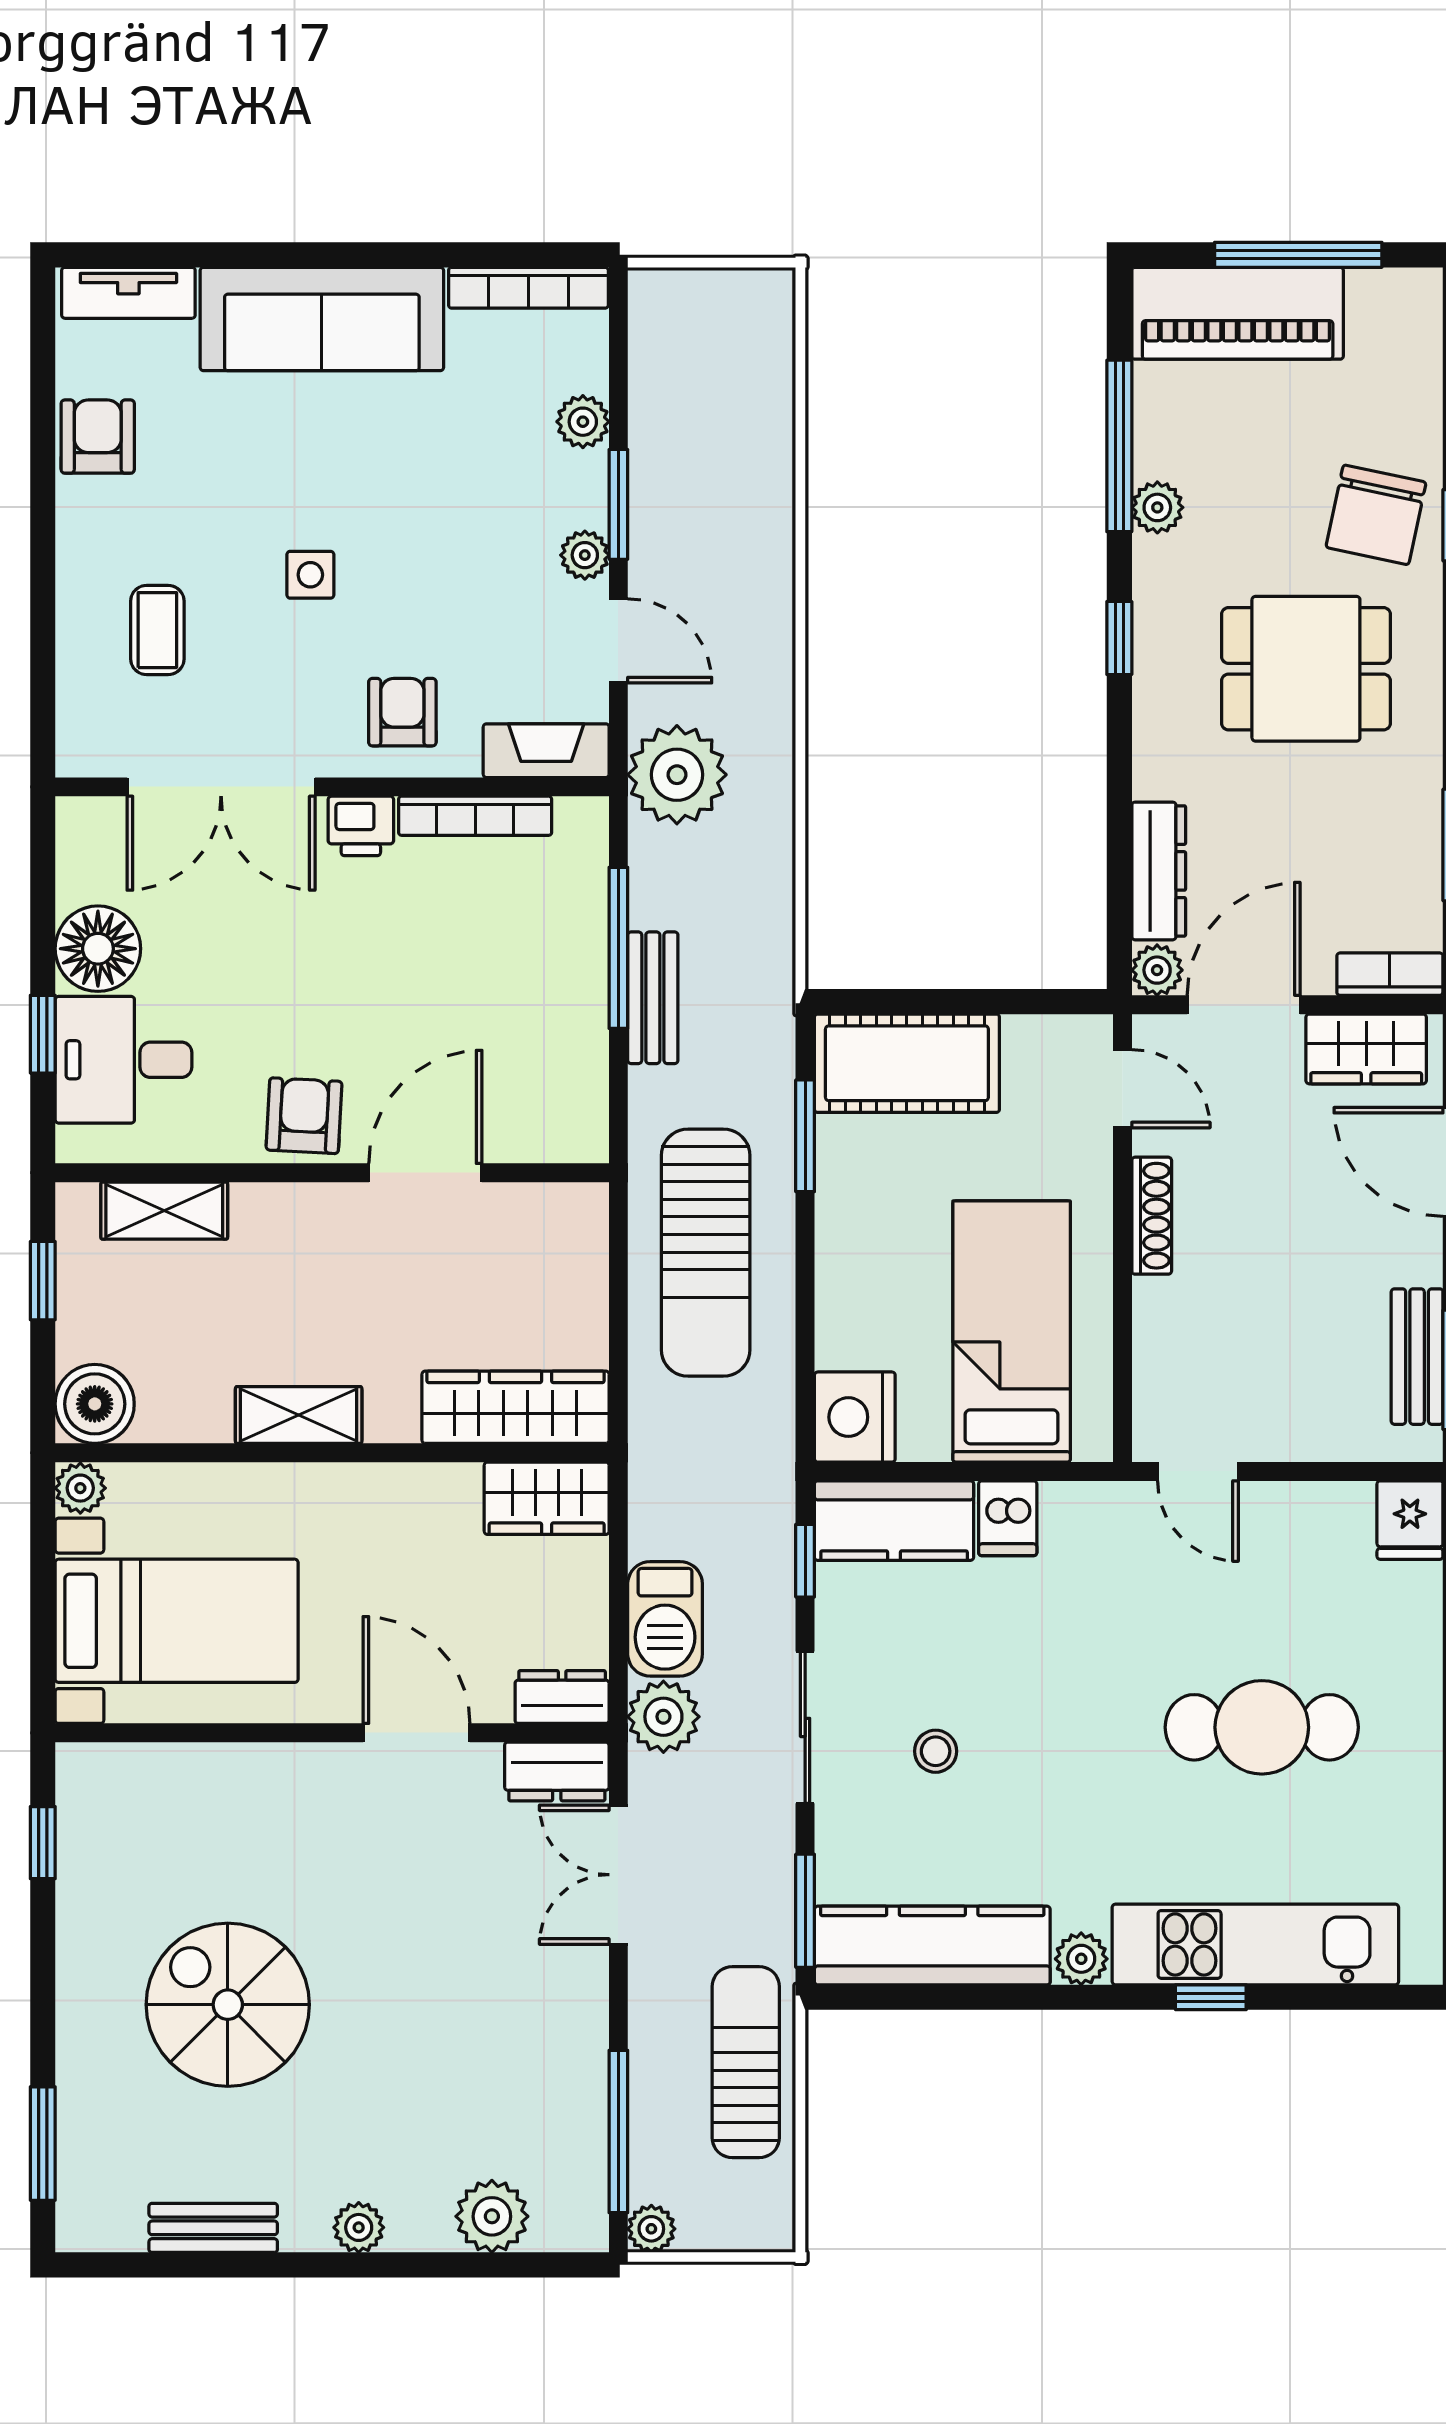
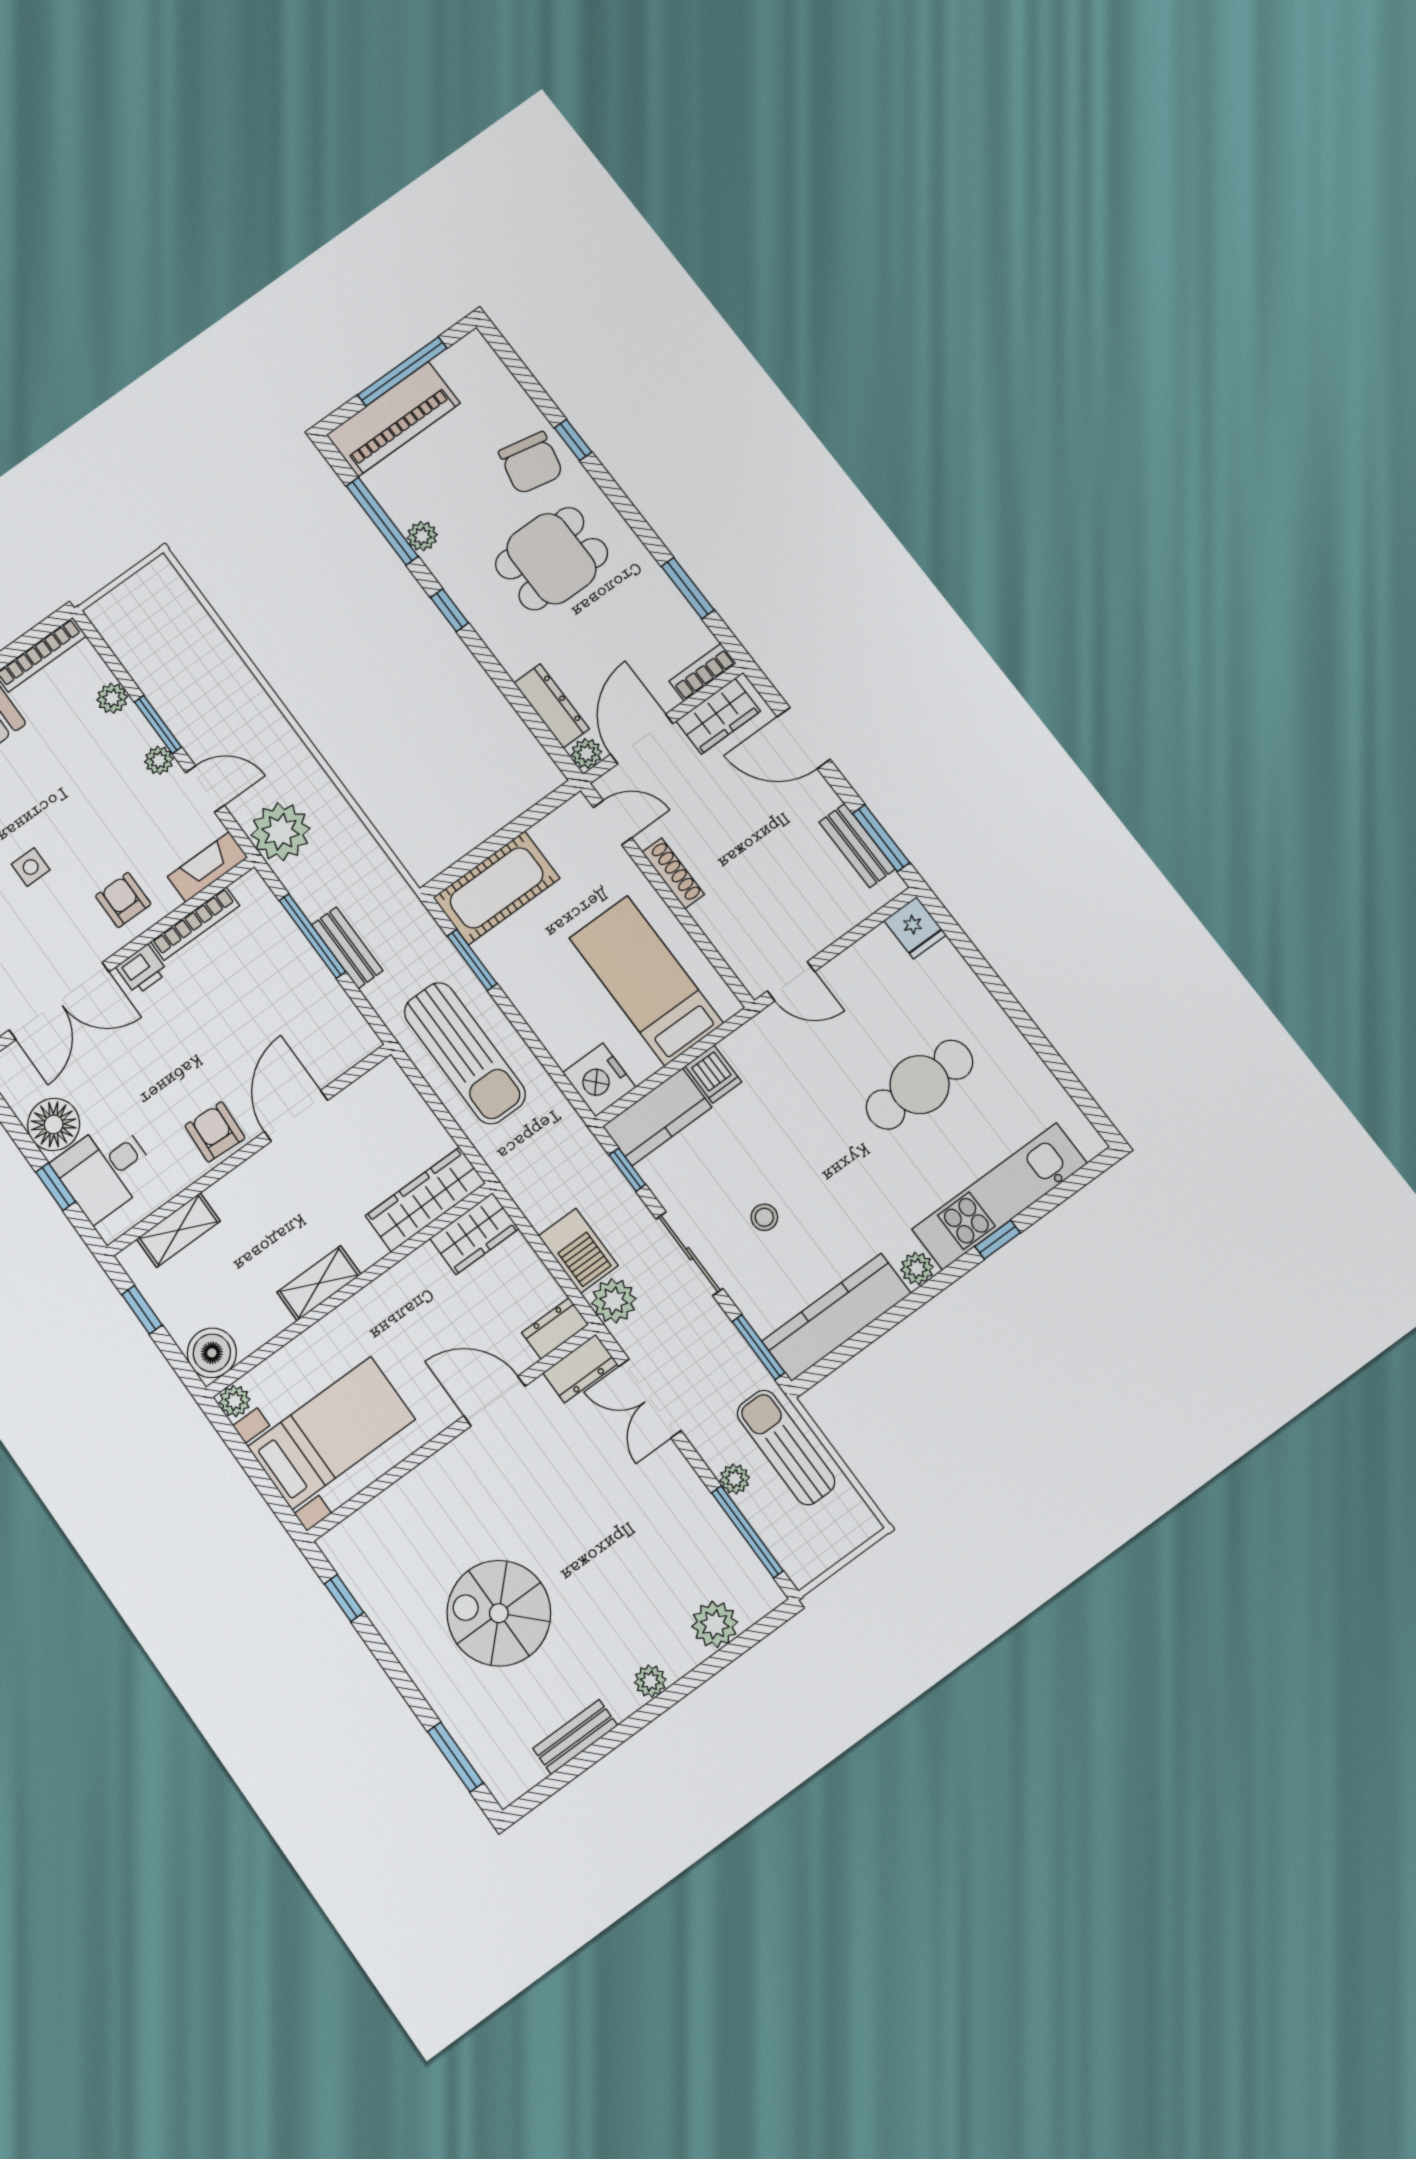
plant: (651, 2229) -> (735, 1479), moved

